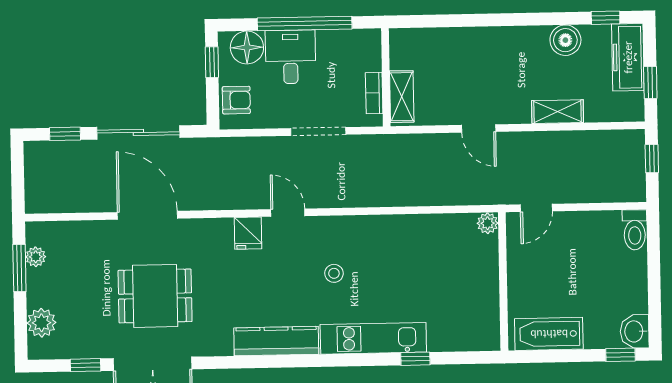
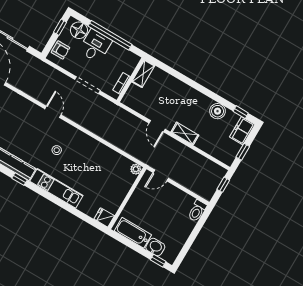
freezer: (628, 57) -> (242, 131), width x0.71
shelving: (402, 97) -> (143, 74), moved
shelving: (558, 112) -> (185, 134), moved
fridge: (248, 233) -> (104, 217), moved, turned 90
washbasin: (635, 331) -> (155, 247), moved, turned 90
window: (415, 359) -> (19, 179), moved

